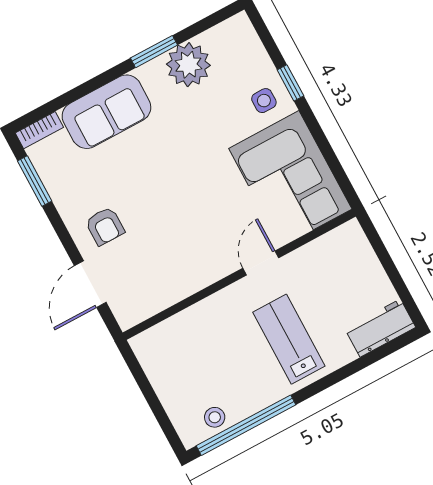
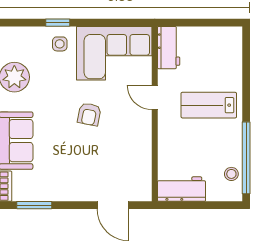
armchair: (105, 226) -> (89, 114), moved, turned 101
workbench: (380, 328) -> (169, 48), moved, turned 180
workbench: (160, 363) -> (181, 189), added

